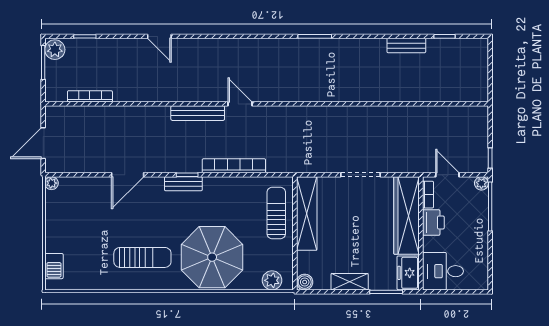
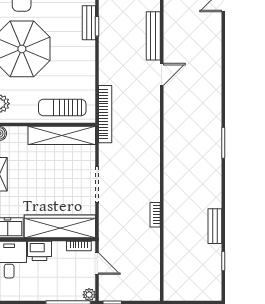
bookcase: (394, 111) -> (155, 215), added
bookcase: (234, 166) -> (105, 114), moved
door: (447, 175) -> (97, 264), hinge flipped
sun lounger: (276, 213) -> (62, 107), turned 180
printer: (433, 222) -> (39, 251), moved

